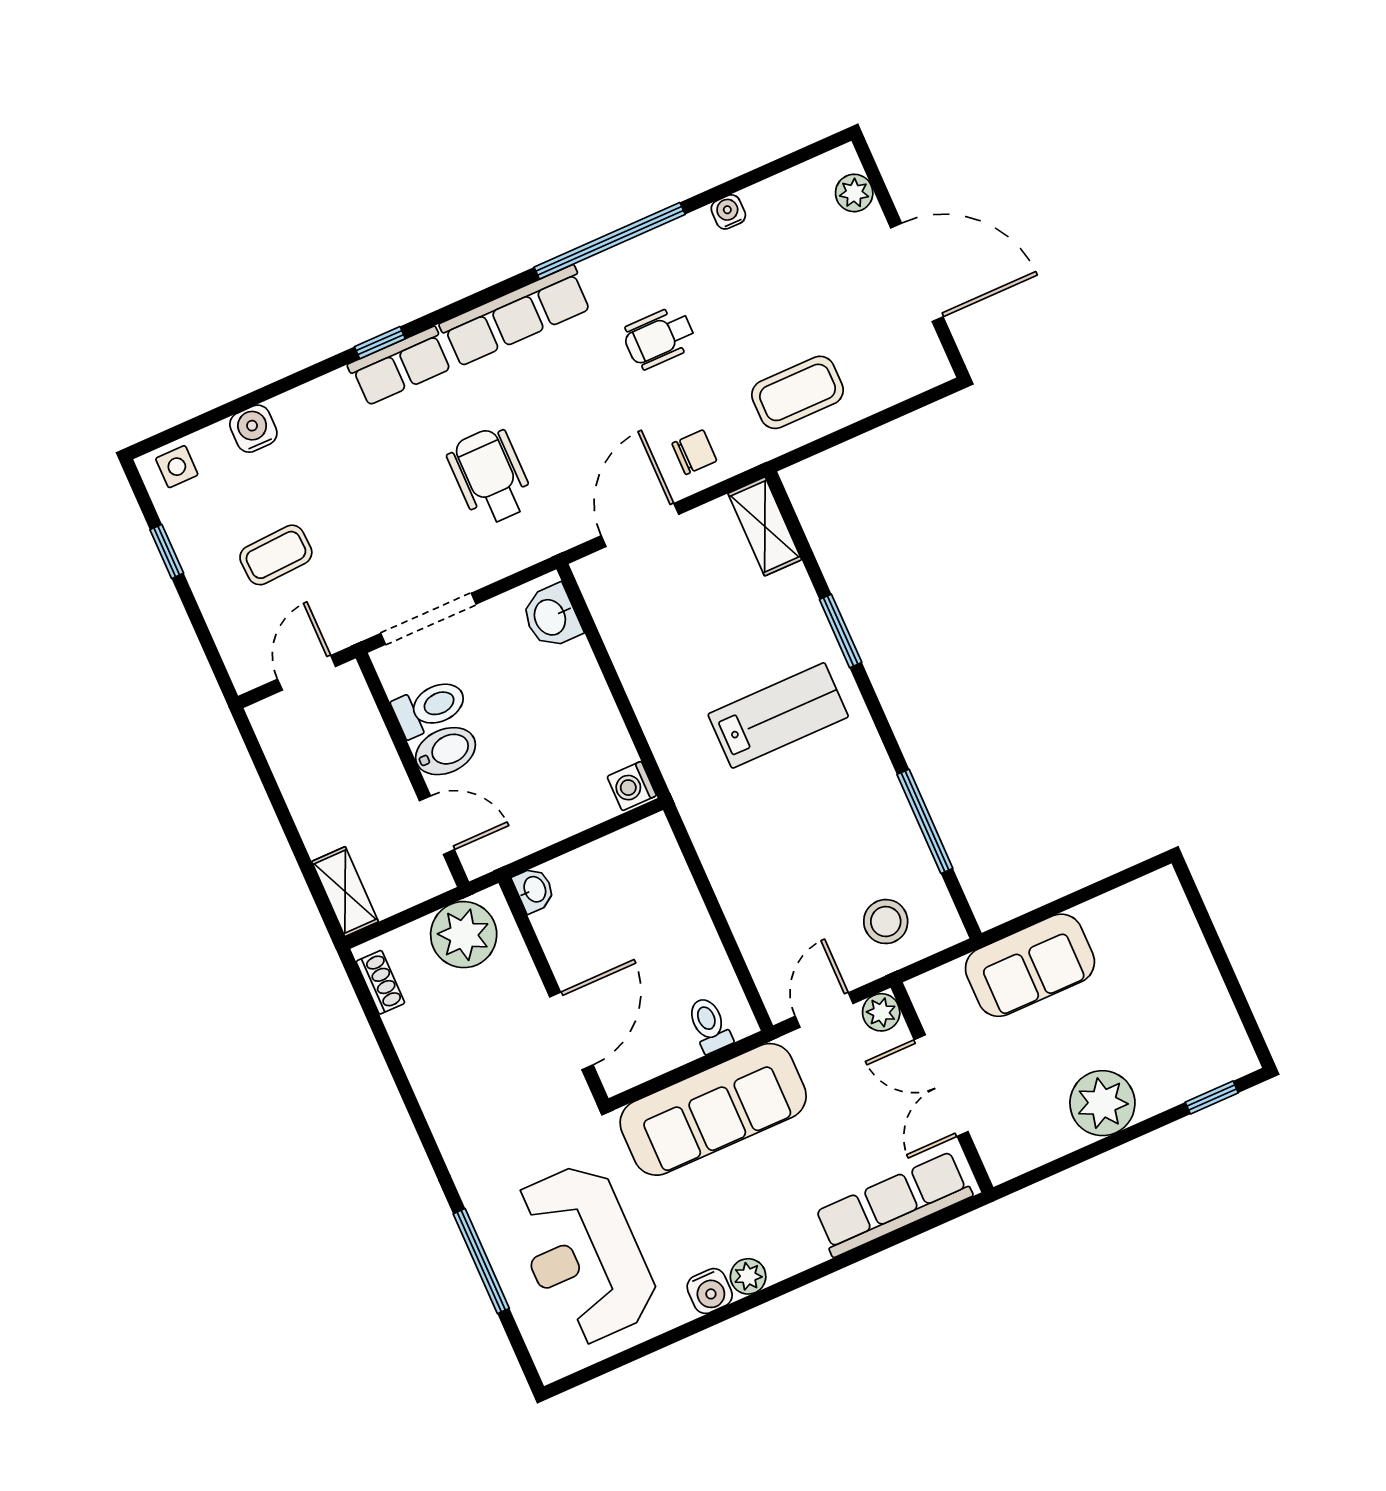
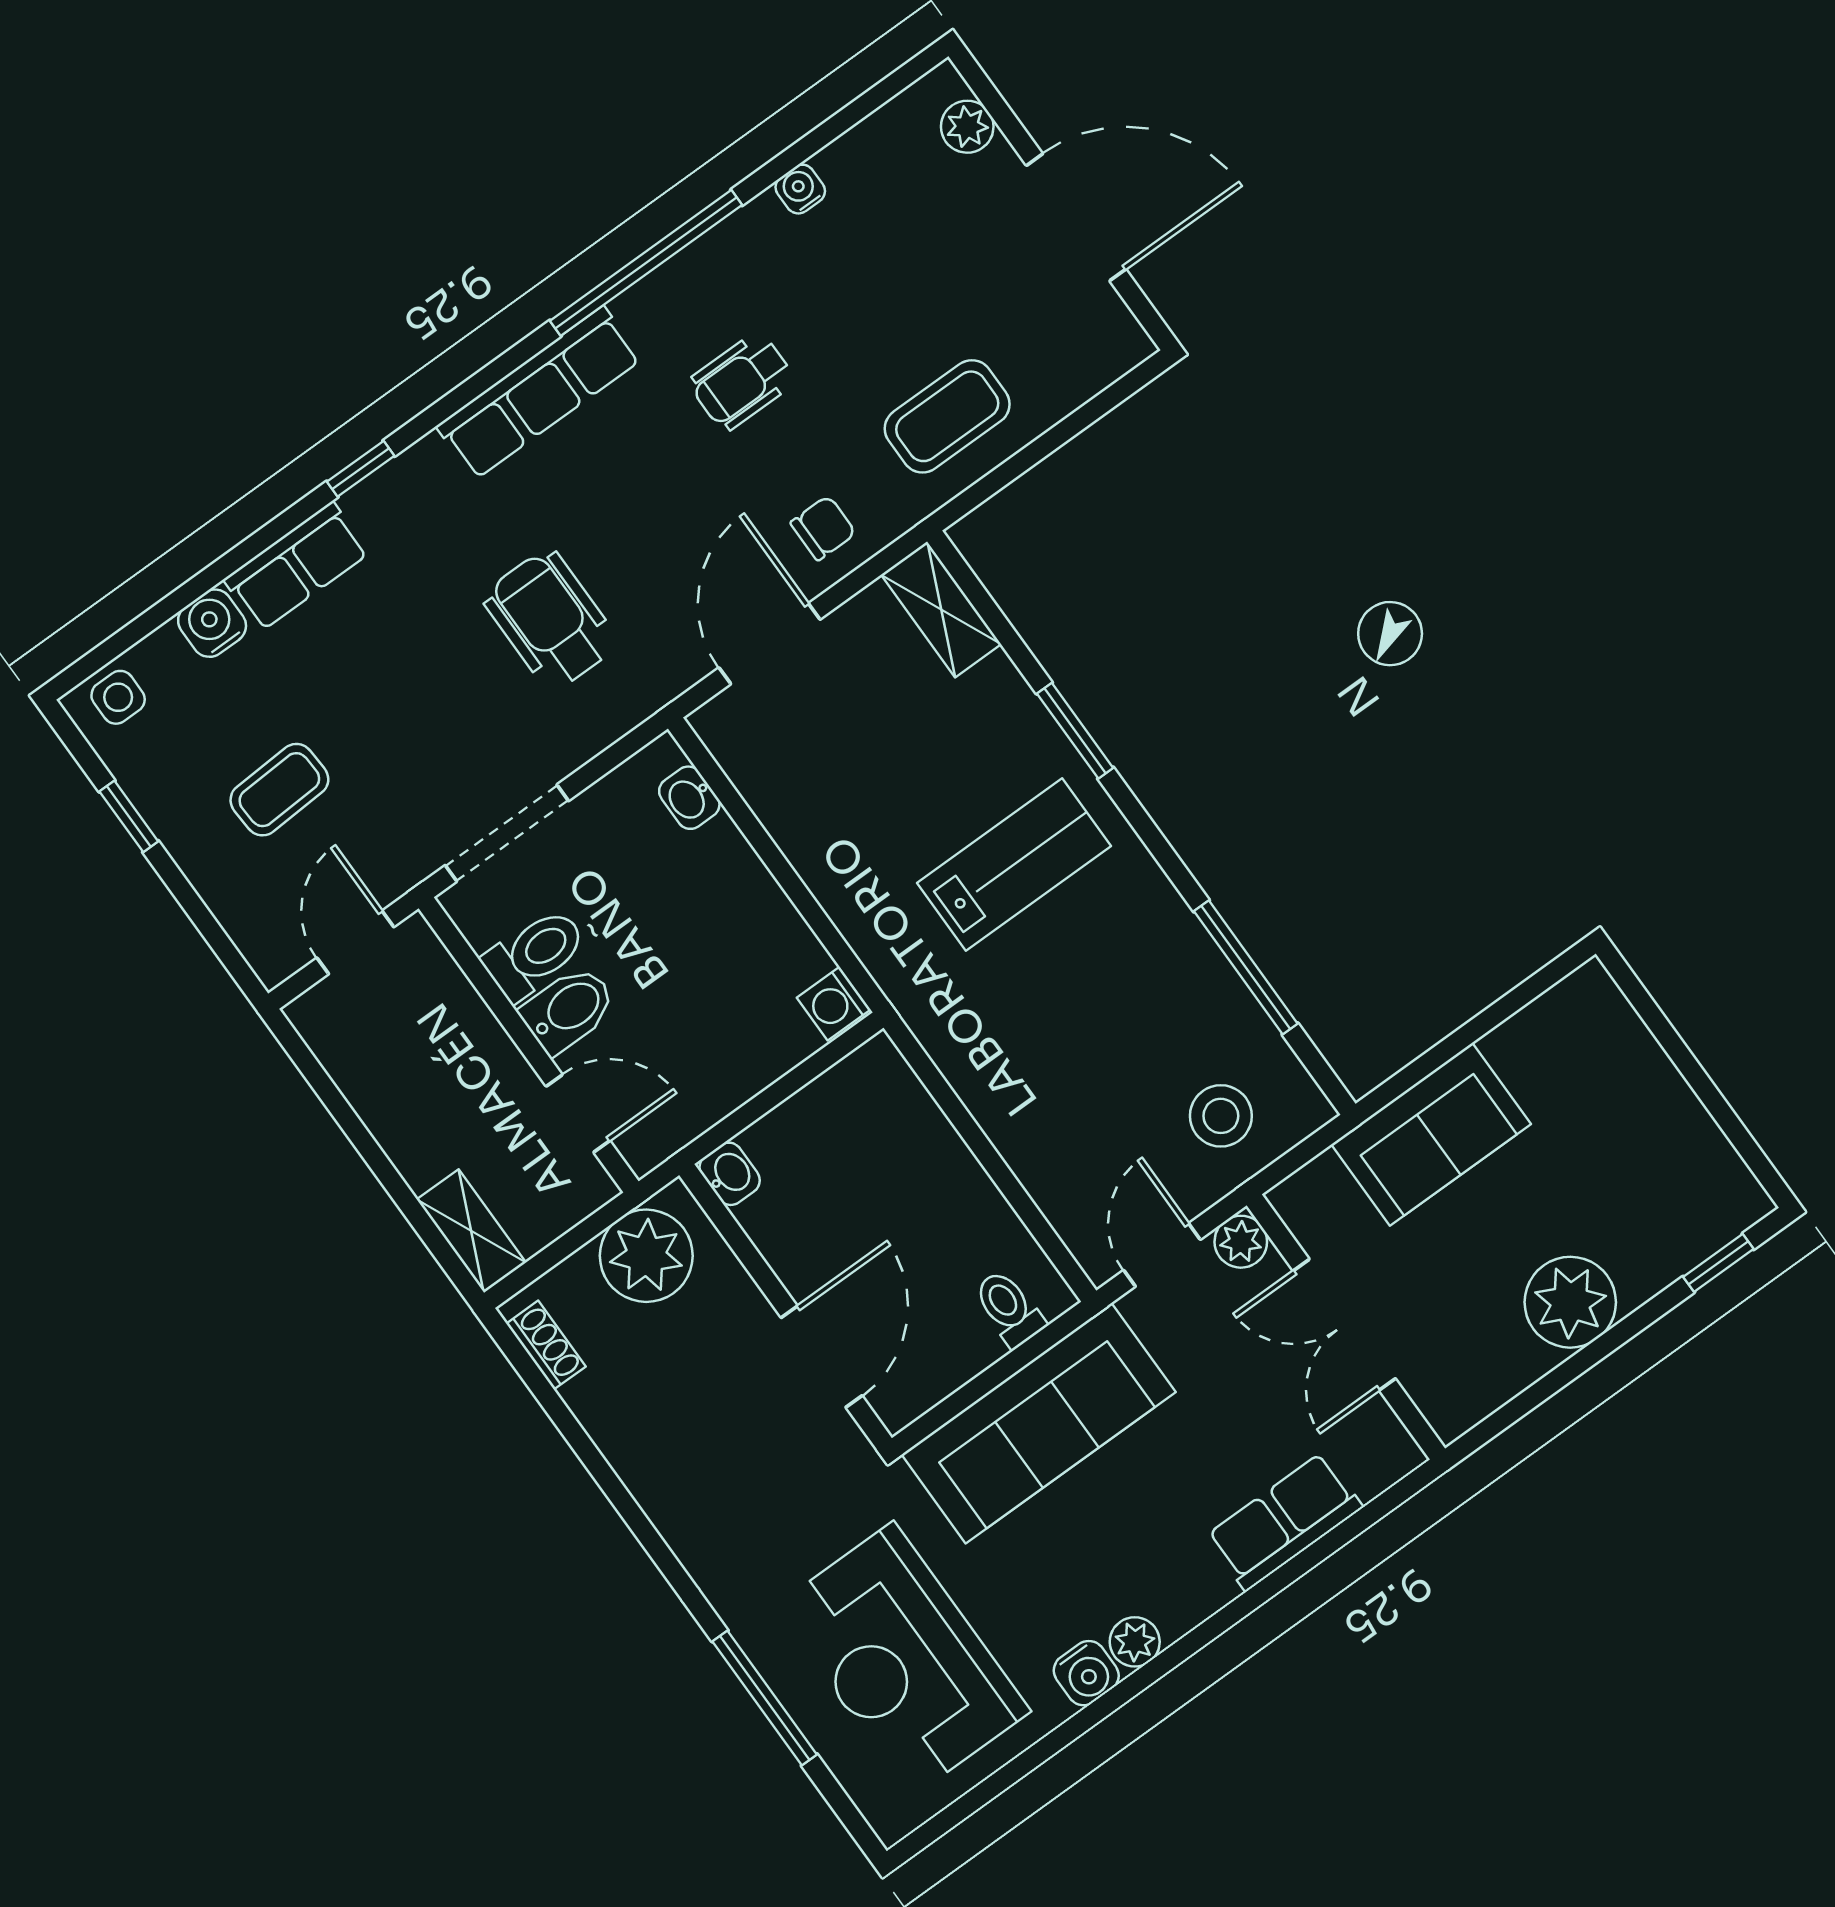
row of seats: (400, 366) -> (297, 566), moved
washbasin: (551, 617) -> (689, 798), width x0.72, depth x0.69
row of seats: (893, 1204) -> (1284, 1522), width x0.68

